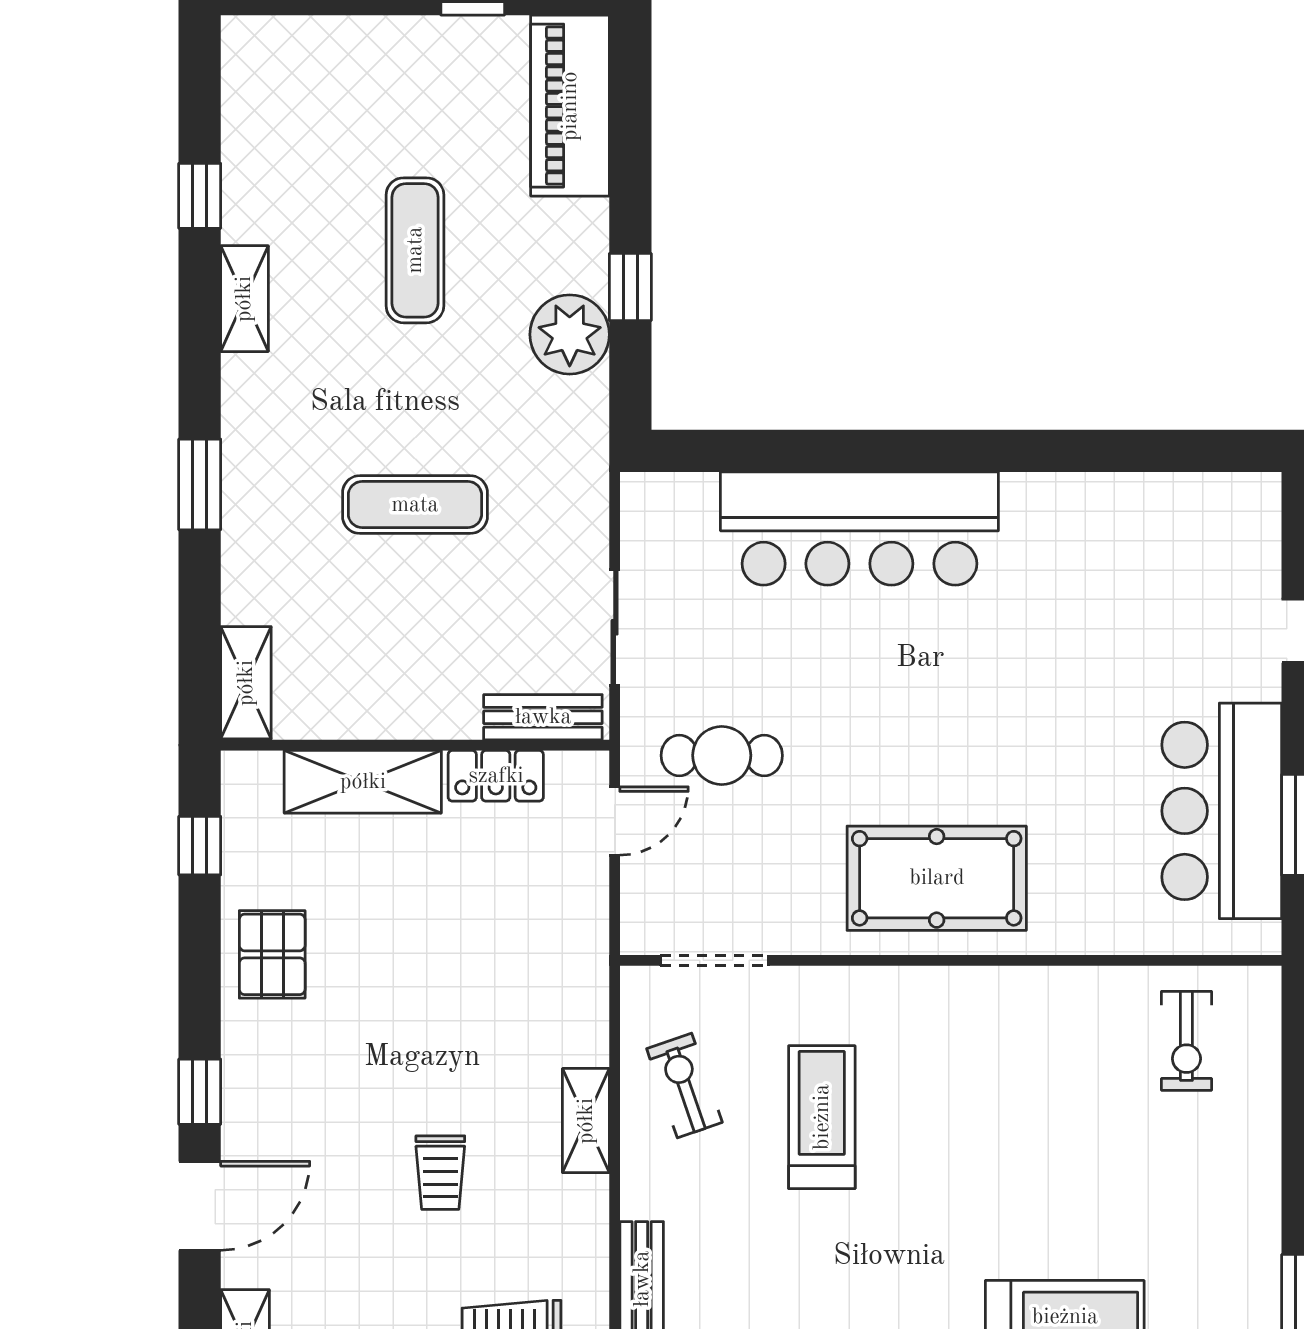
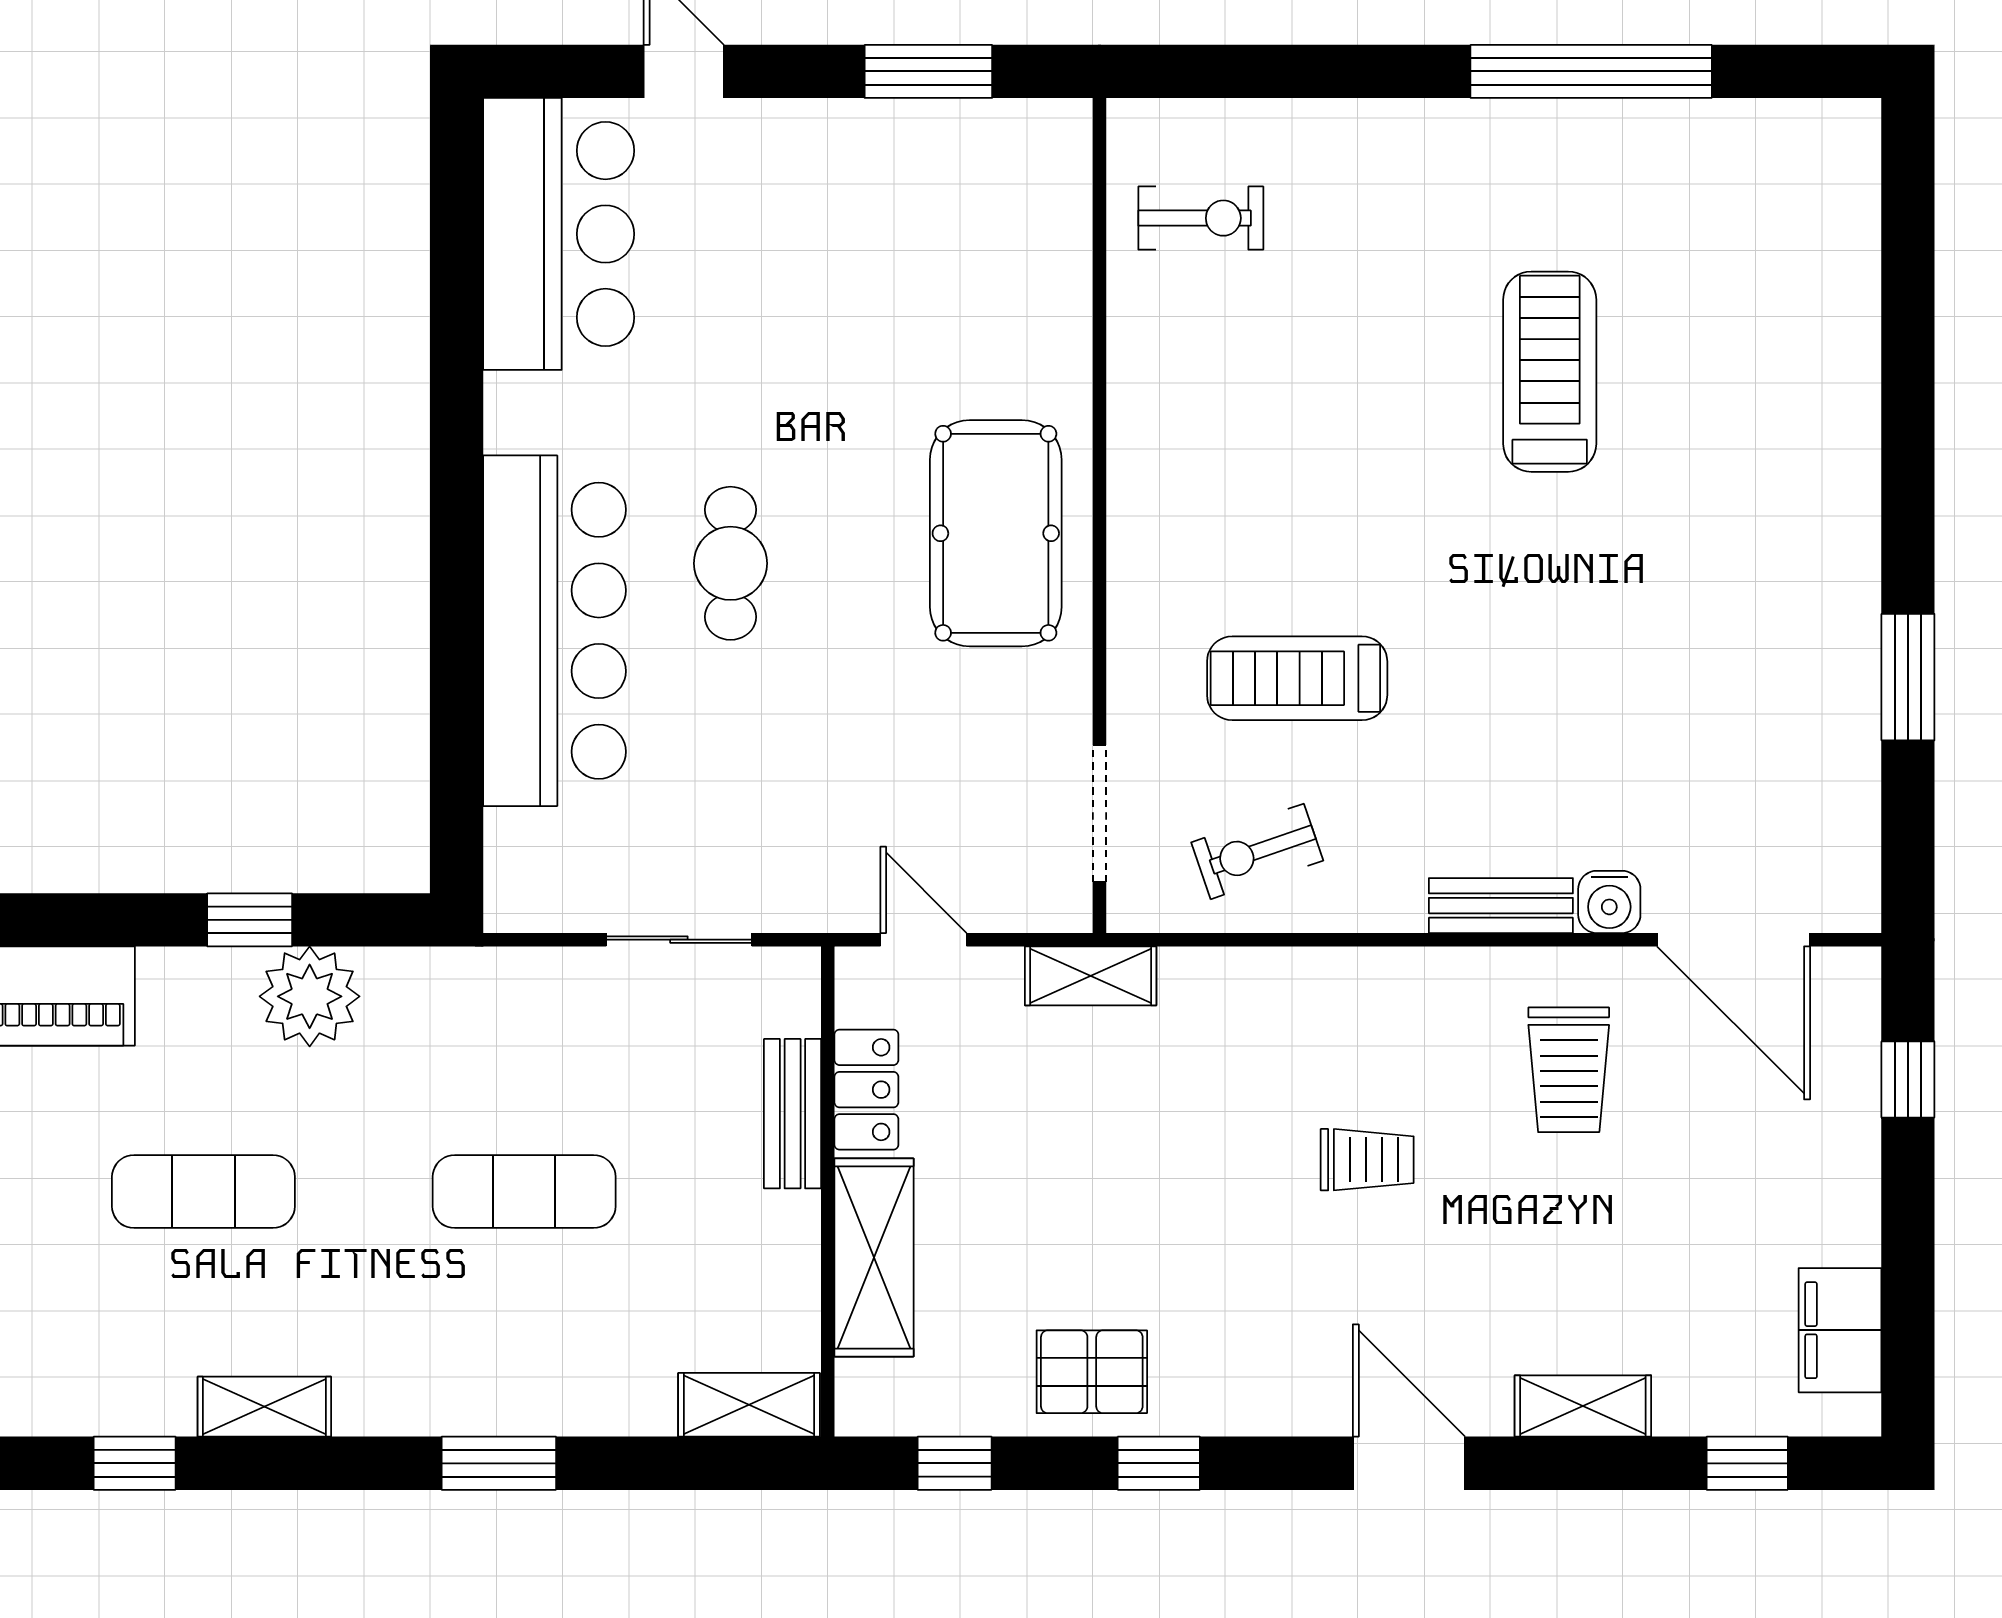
exercise mat: (415, 505) -> (524, 1192), turned 90
bench: (543, 717) -> (793, 1114), moved
cafe table: (722, 755) -> (730, 563), moved
bar counter: (1222, 811) -> (559, 234), moved, turned -90
window: (200, 1092) -> (1159, 1463), moved
shelving: (586, 1121) -> (1091, 976), moved

